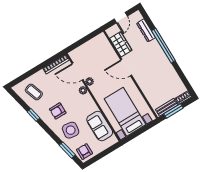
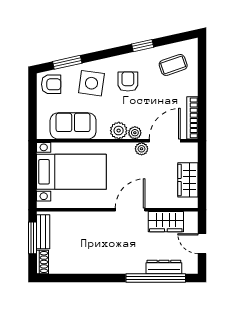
wardrobe: (91, 46) -> (188, 180), added
window: (163, 46) -> (156, 278), moved
plant: (87, 100) -> (119, 131), added

